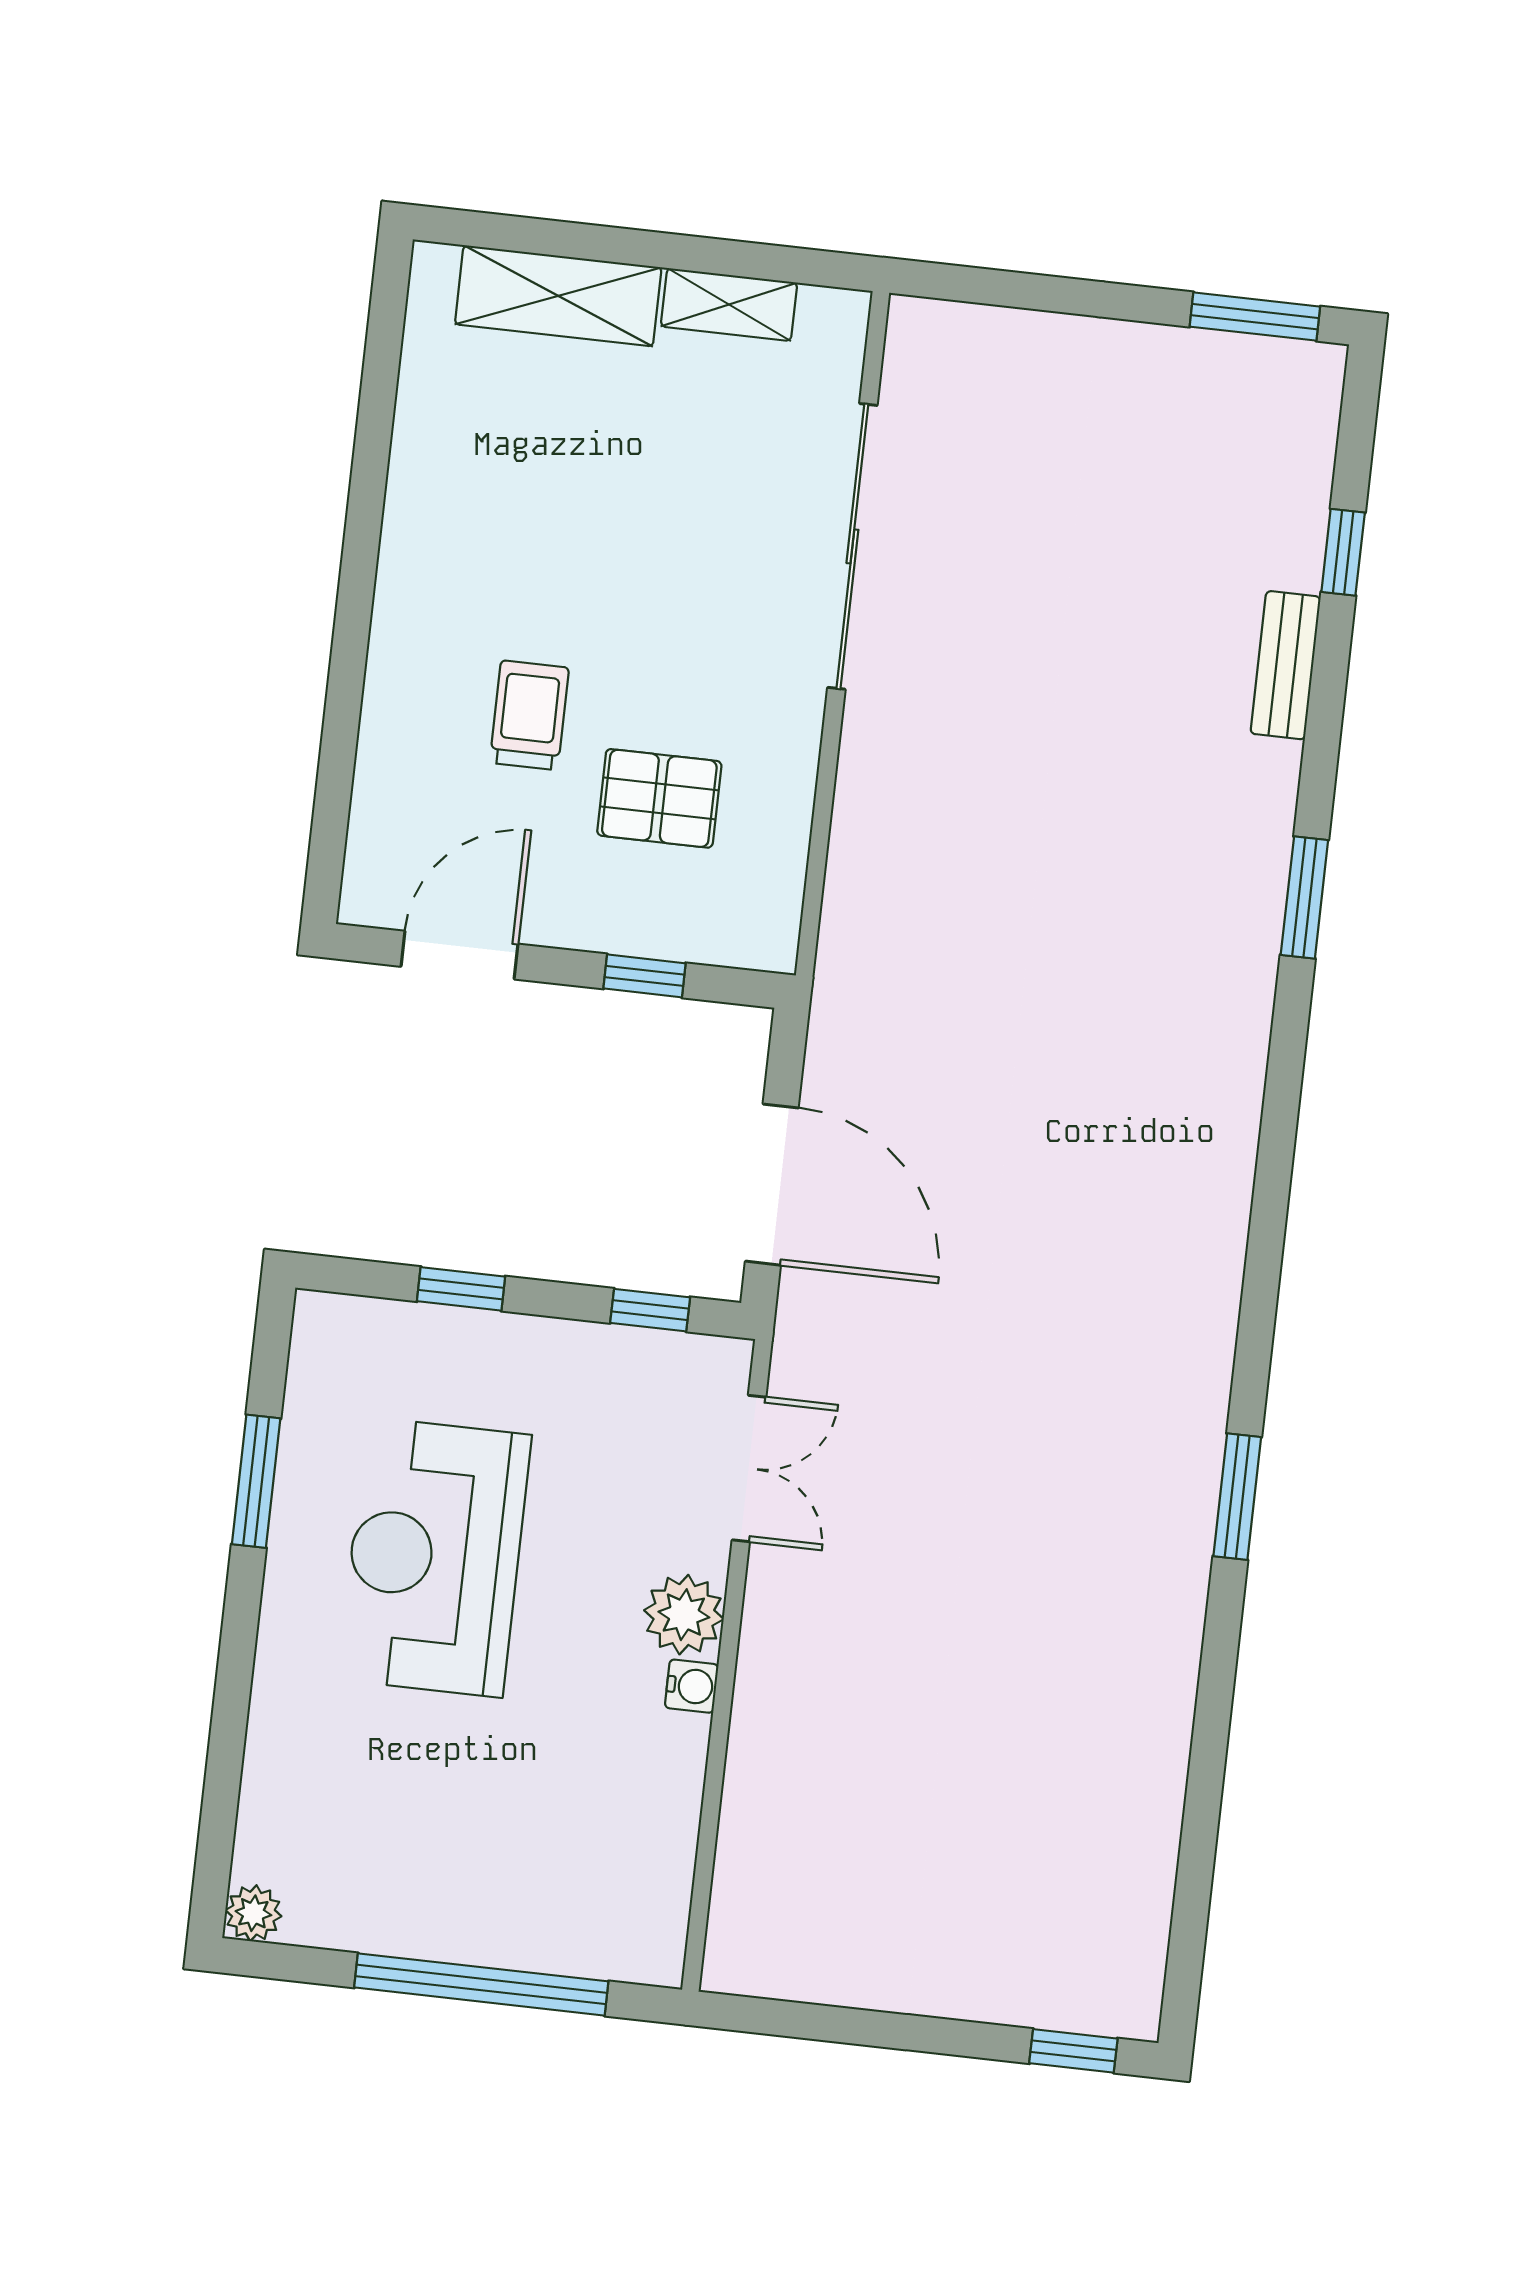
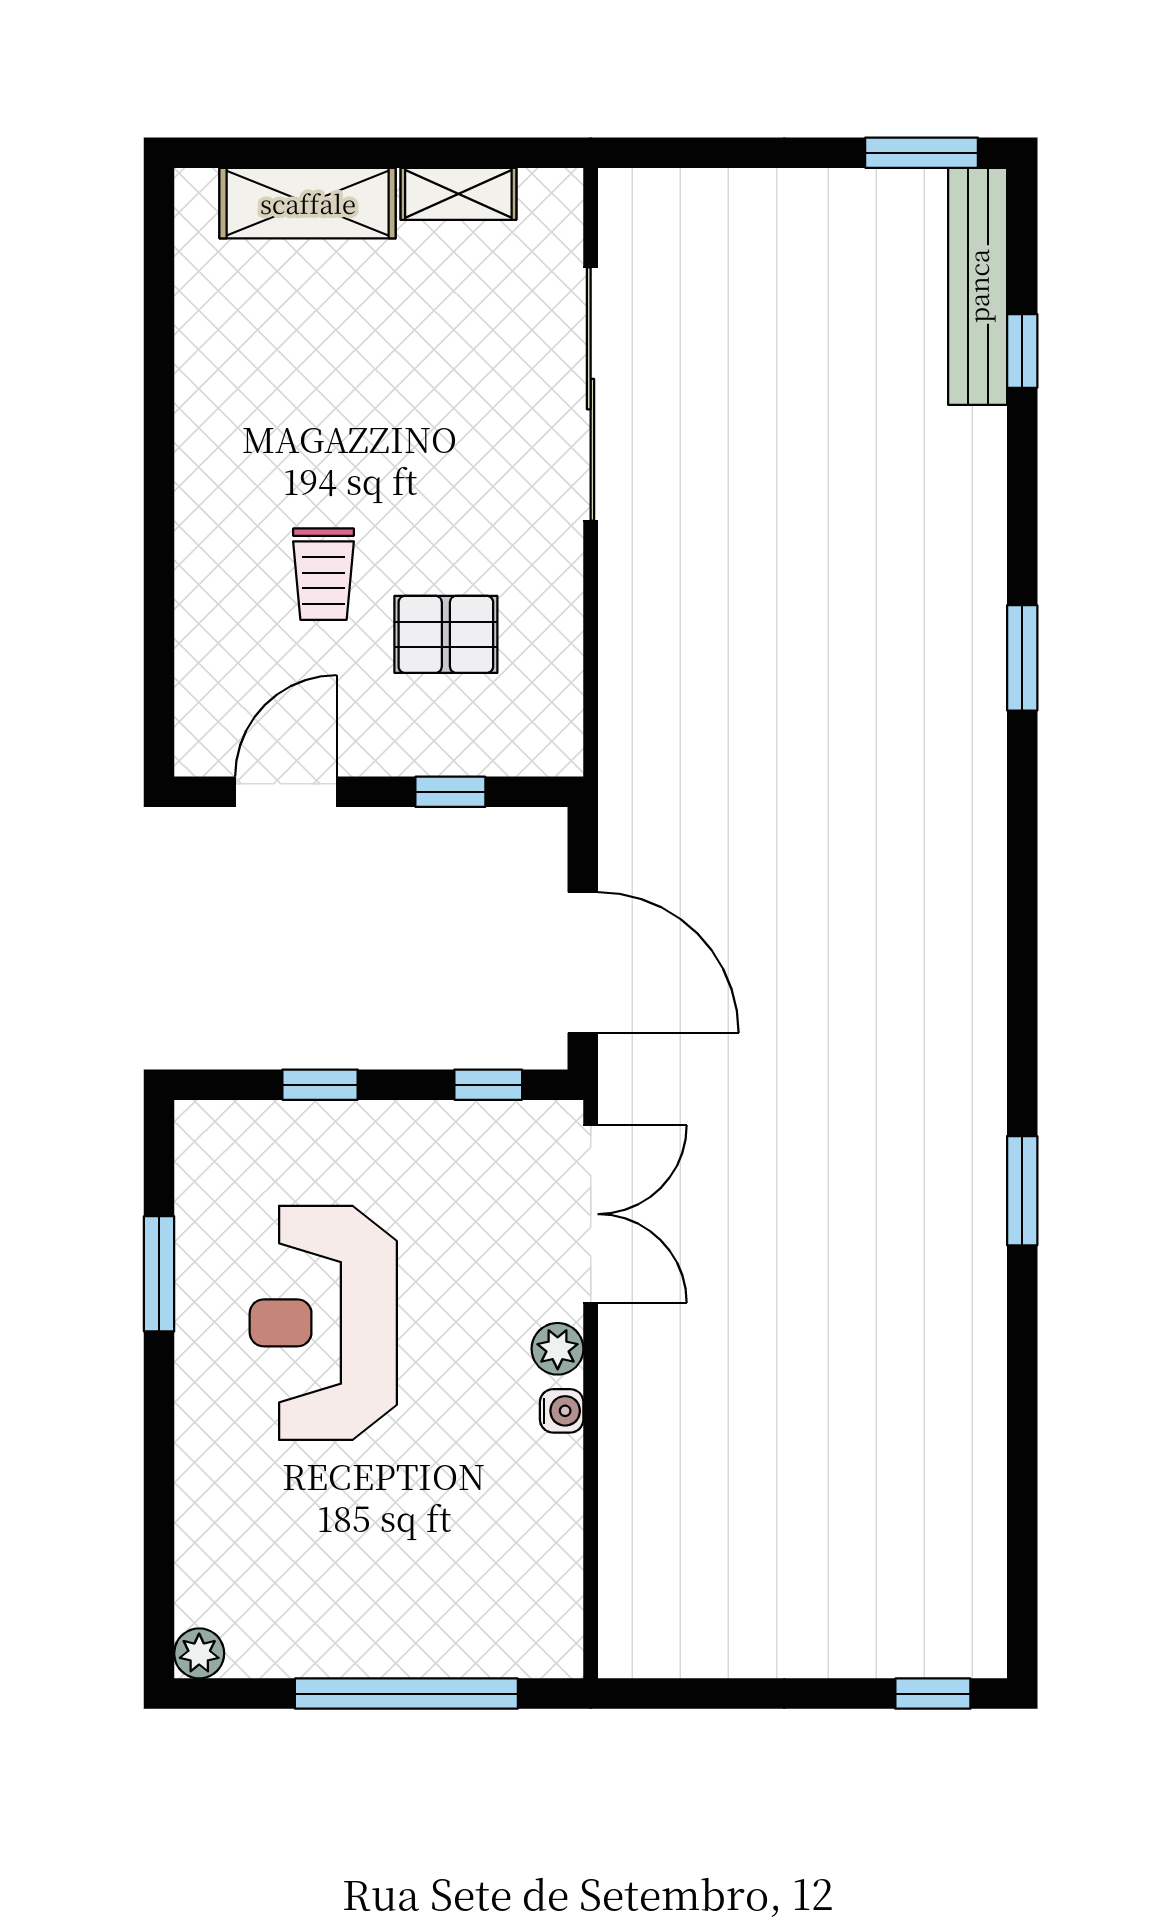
bench: (1286, 665) -> (978, 286), moved, width x1.86, depth x1.21
trolley: (529, 715) -> (324, 574), turned 180
double door: (749, 1468) -> (591, 1214), width x1.37
plant: (684, 1615) -> (558, 1349), width x0.73, depth x0.73

